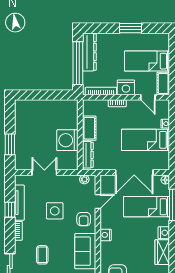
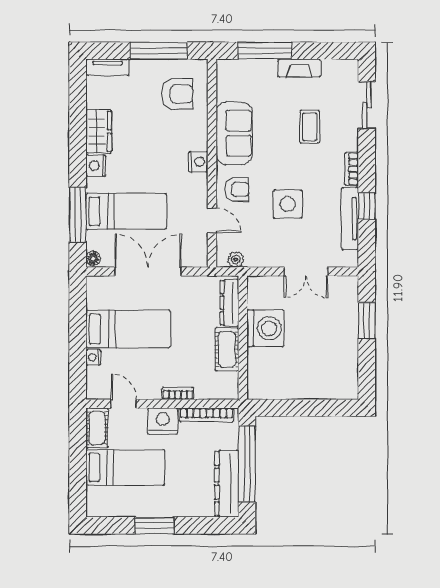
door: (98, 201) -> (212, 221), swing flipped
armchair: (84, 219) -> (237, 189), turned 90

